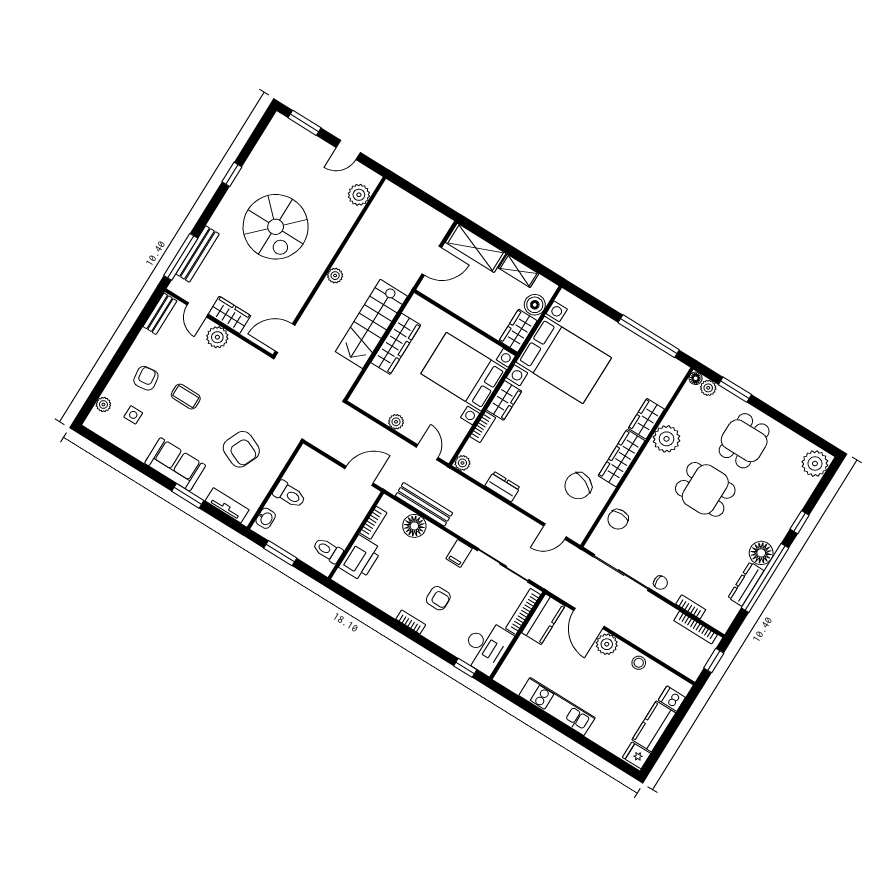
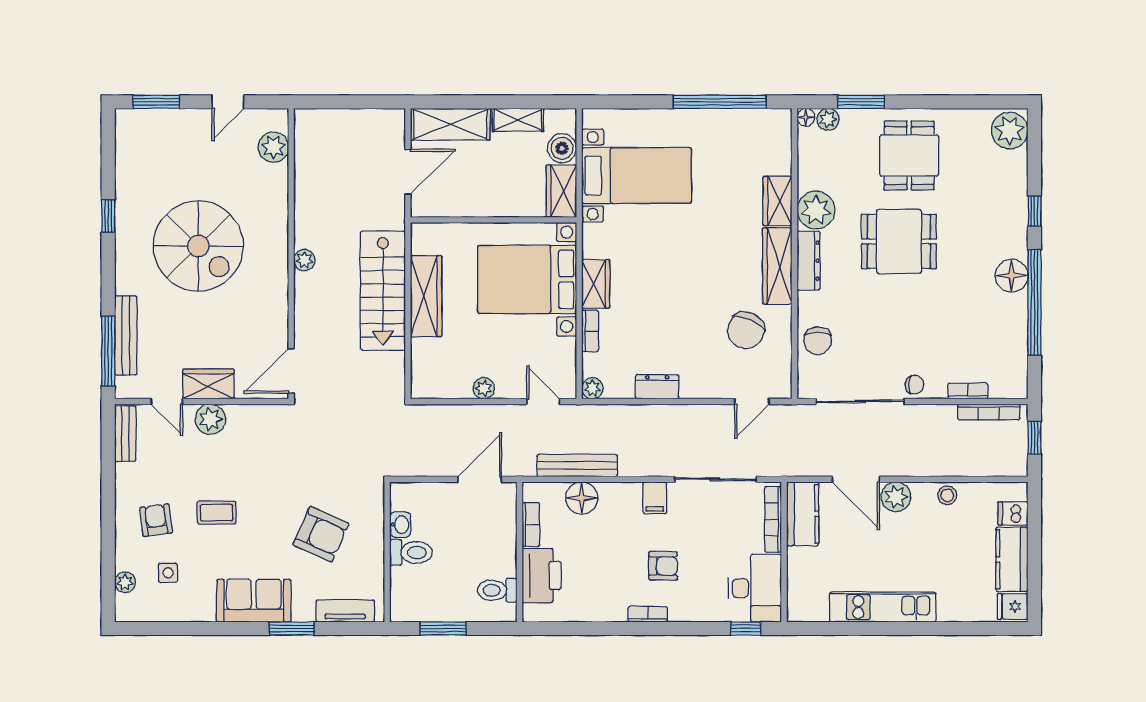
bed with nightstands: (564, 360) -> (637, 176), width x0.73
washbasin: (266, 518) -> (400, 525), moved
dresser: (746, 584) -> (809, 261), moved, turned 180

